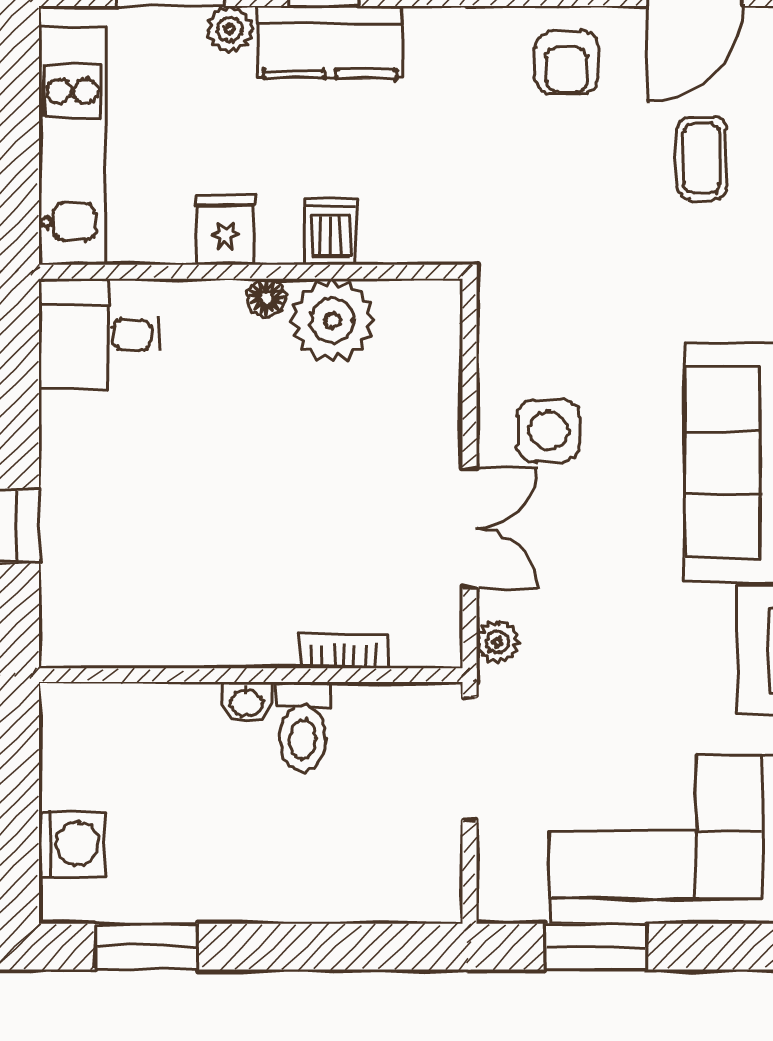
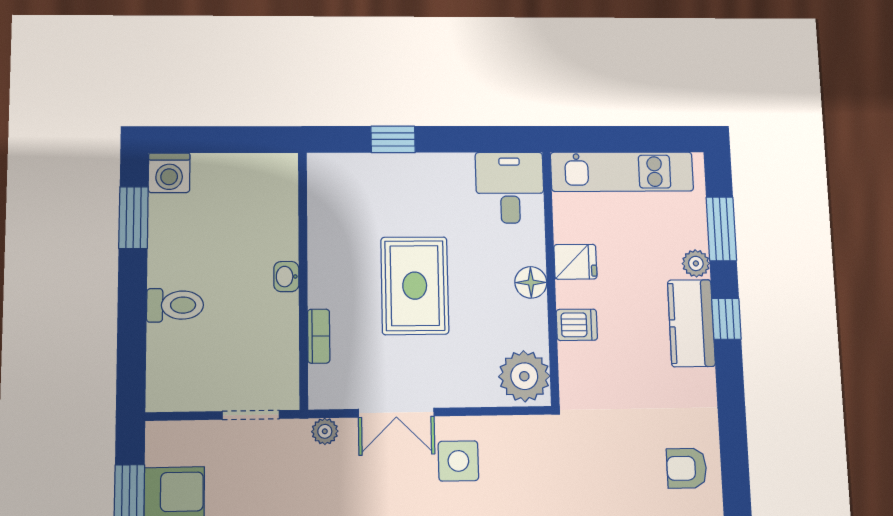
floor lamp: (266, 298) -> (531, 282), width x1.37, depth x1.37
plant: (332, 321) -> (524, 376), moved
rug: (263, 495) -> (415, 286), added
toilet: (303, 727) -> (175, 305), moved, turned 180
doorway: (469, 759) -> (251, 415), width x0.73
washing machine: (72, 844) -> (169, 173), moved

